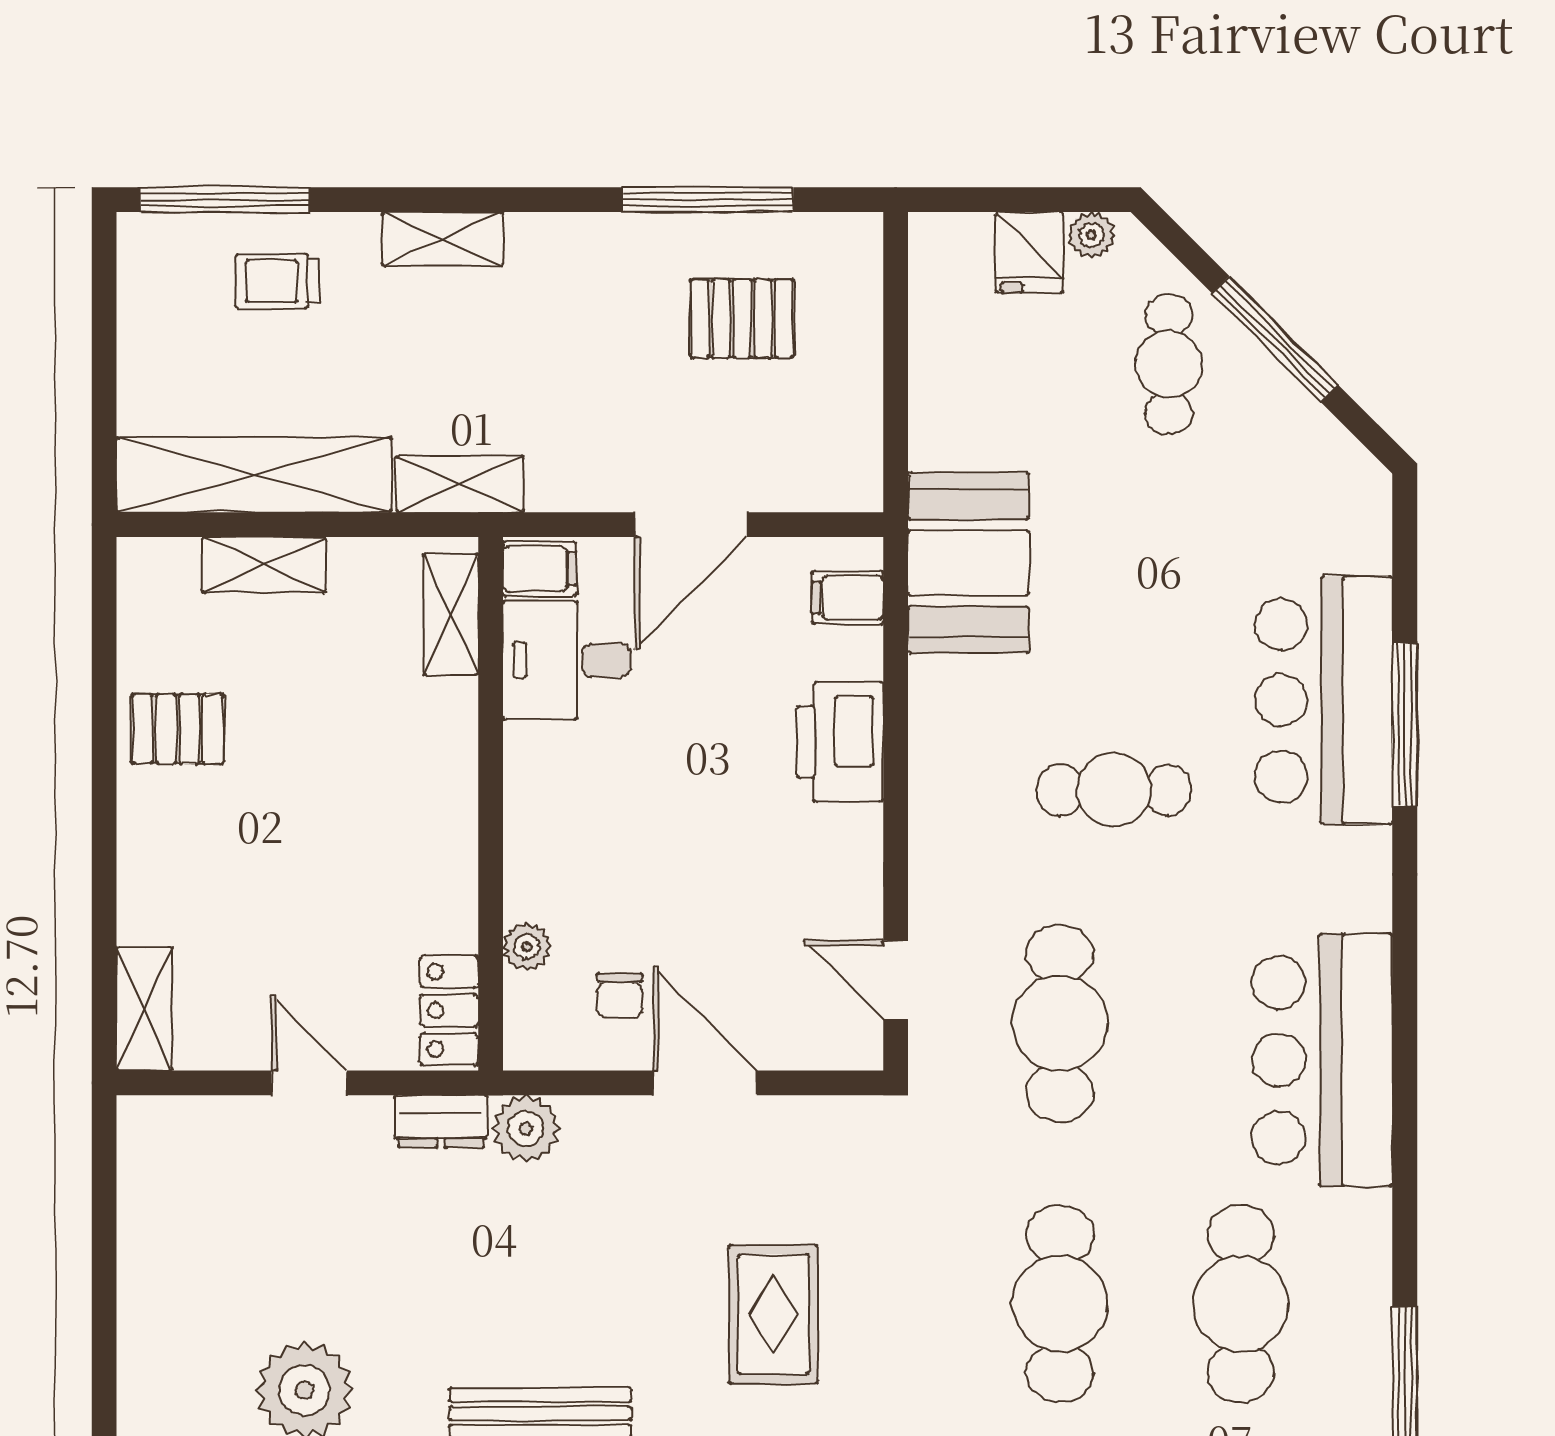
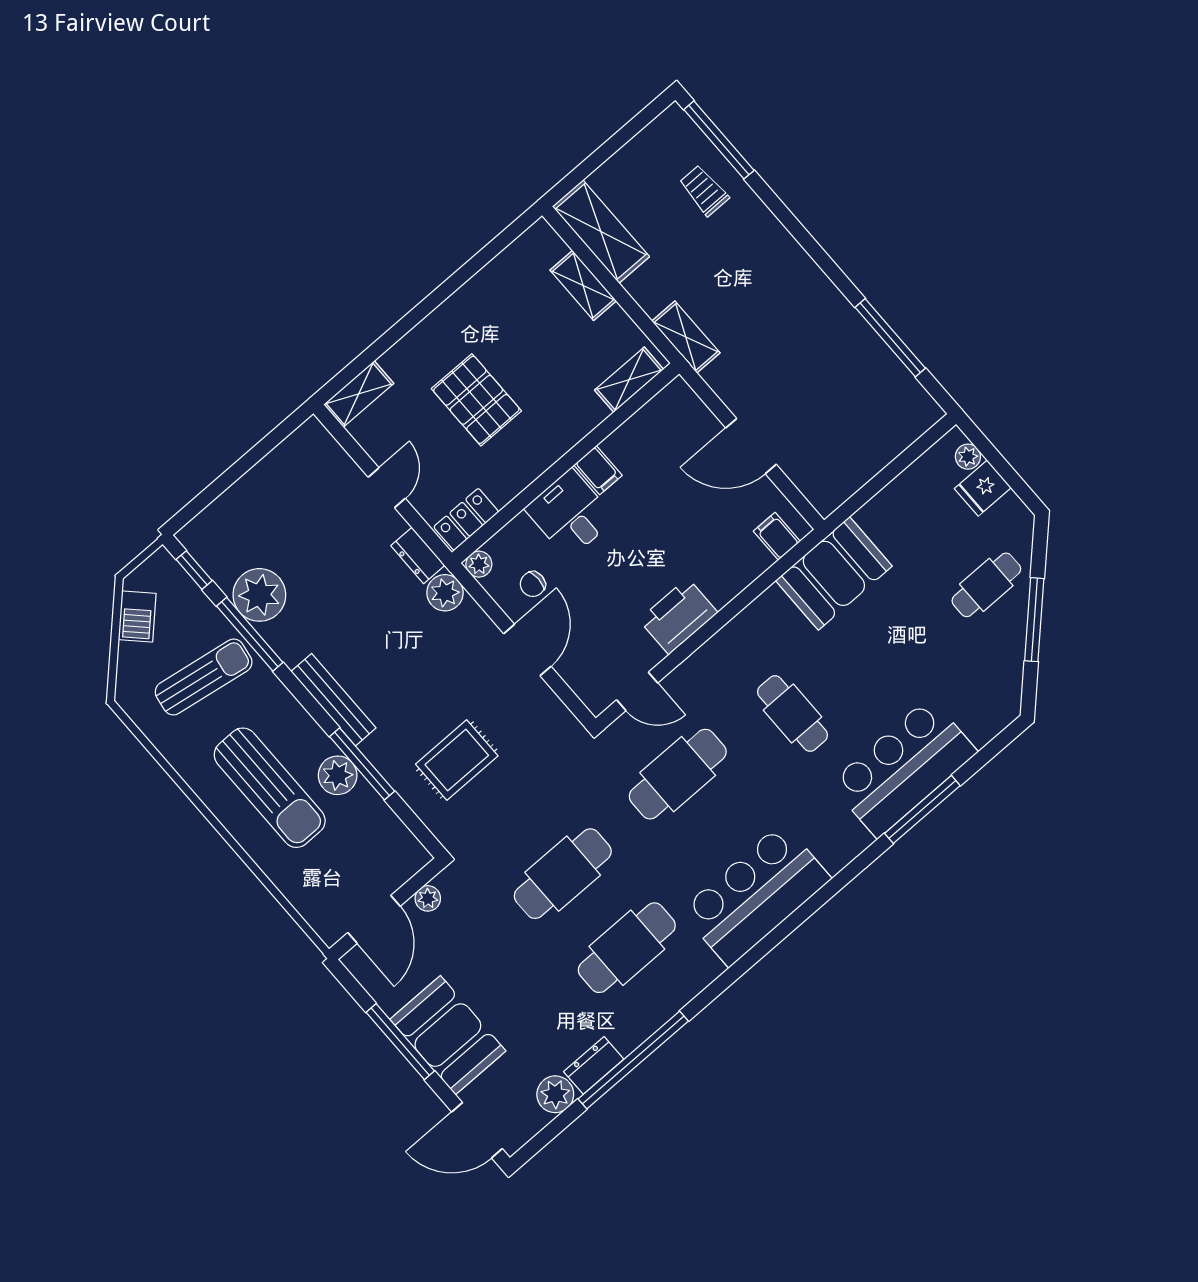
plant: (1091, 235) -> (968, 457), moved
shelving: (443, 239) -> (780, 243), removed
pallet: (742, 318) -> (854, 394), removed
shelving: (254, 475) -> (601, 232), width x0.68
filing cabinet: (540, 569) -> (598, 470), moved
desk: (567, 660) -> (570, 514), moved
pallet: (178, 729) -> (476, 400), moved, width x1.50, depth x1.42
printer: (840, 742) -> (678, 616), moved
plant: (527, 947) -> (479, 564), moved
door: (896, 980) -> (637, 691), swing flipped

